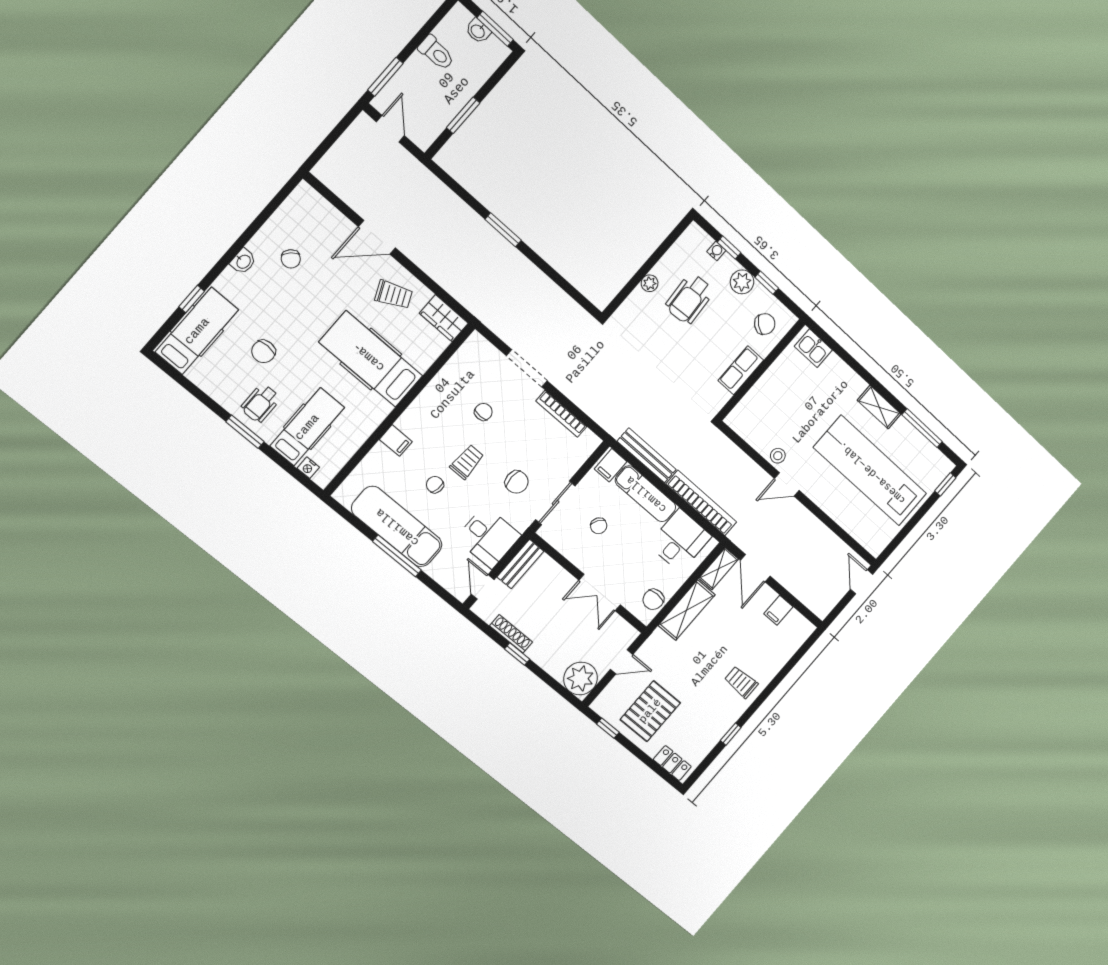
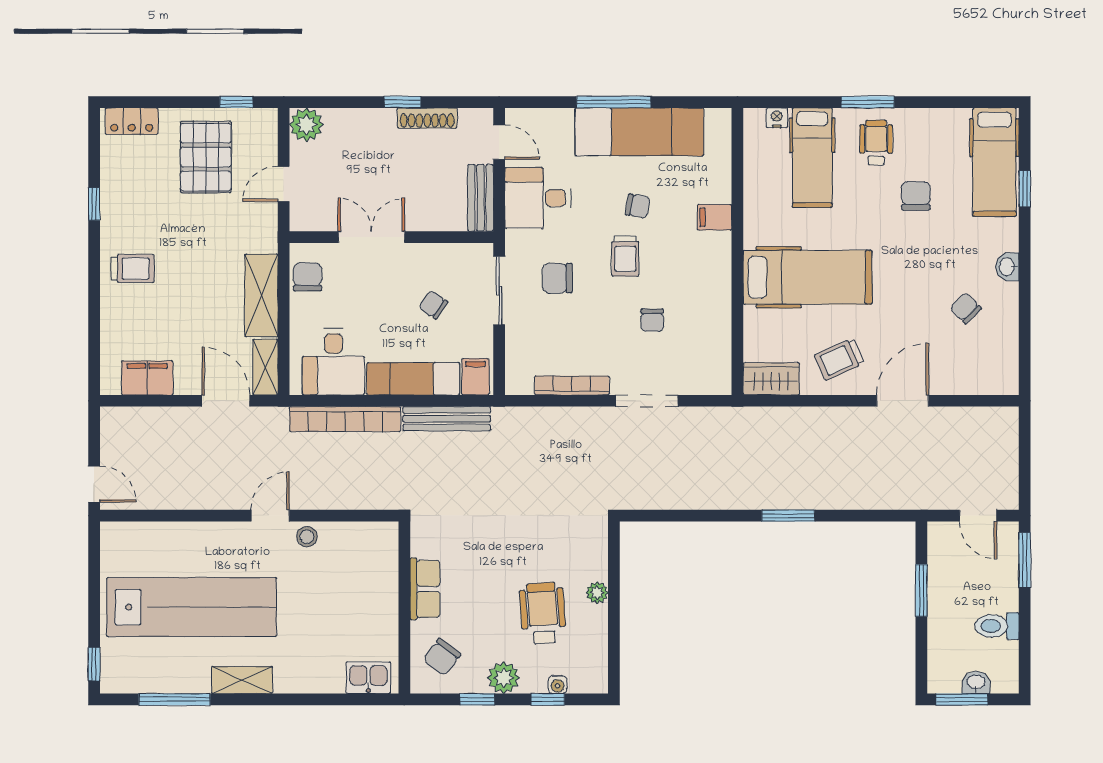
filing cabinet: (778, 610) -> (147, 378), width x2.00
plant: (581, 679) -> (306, 125), width x0.73, depth x0.73

